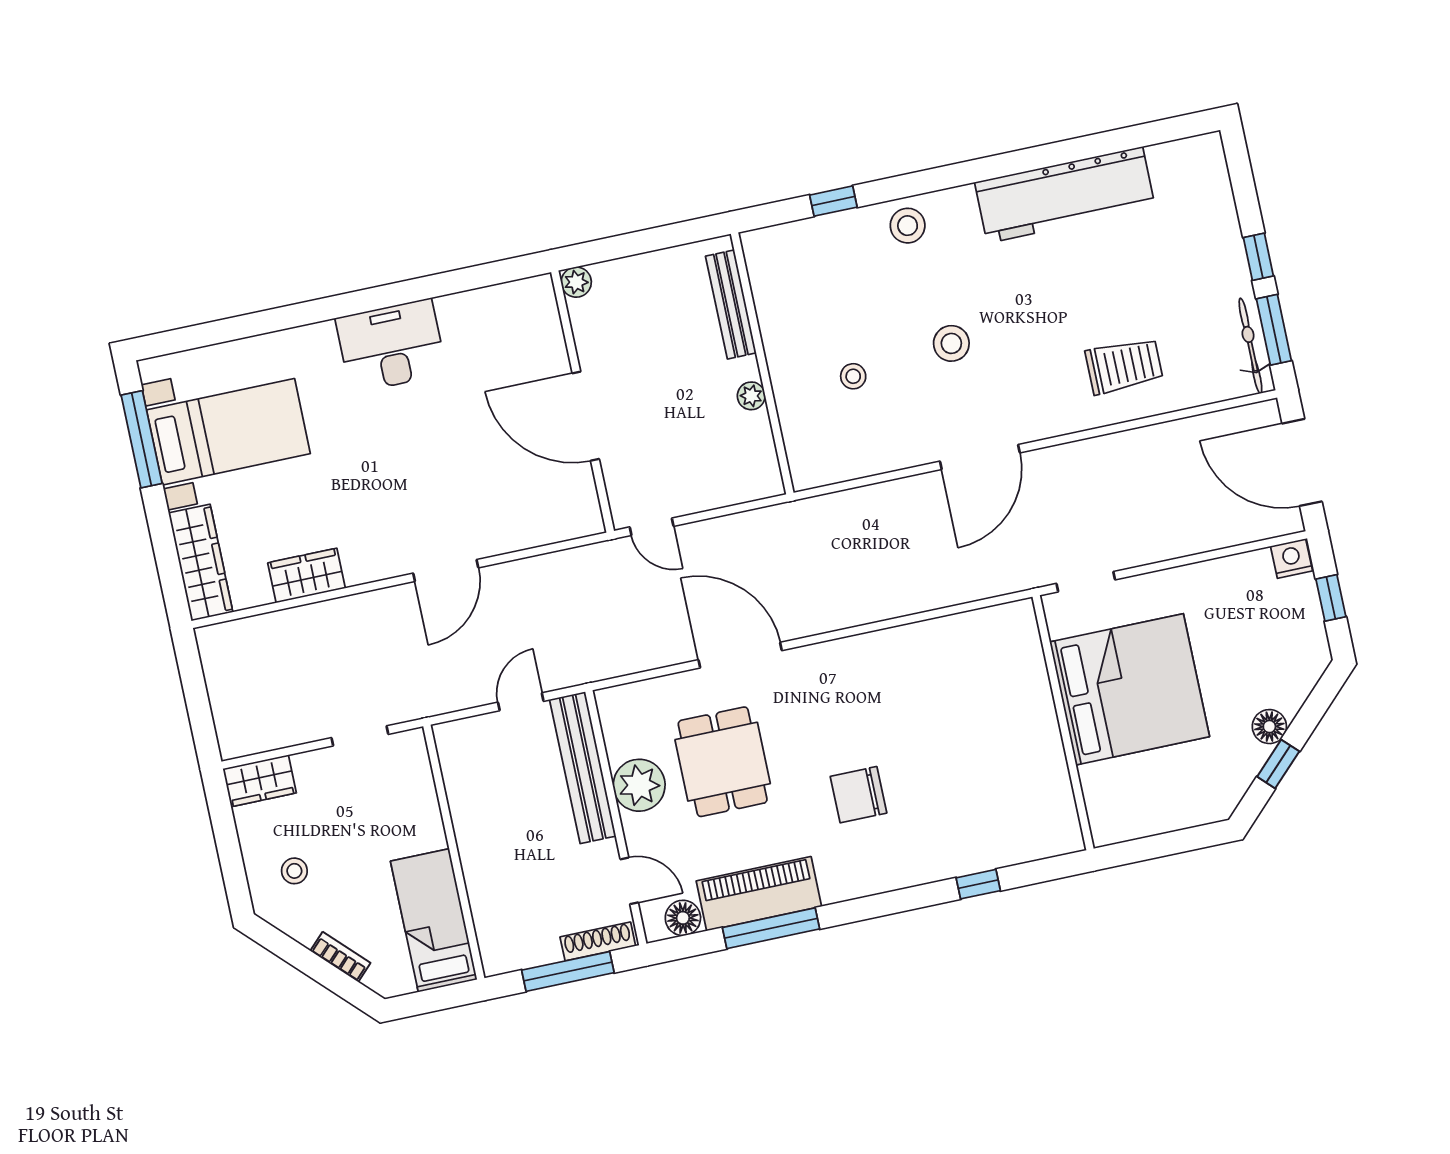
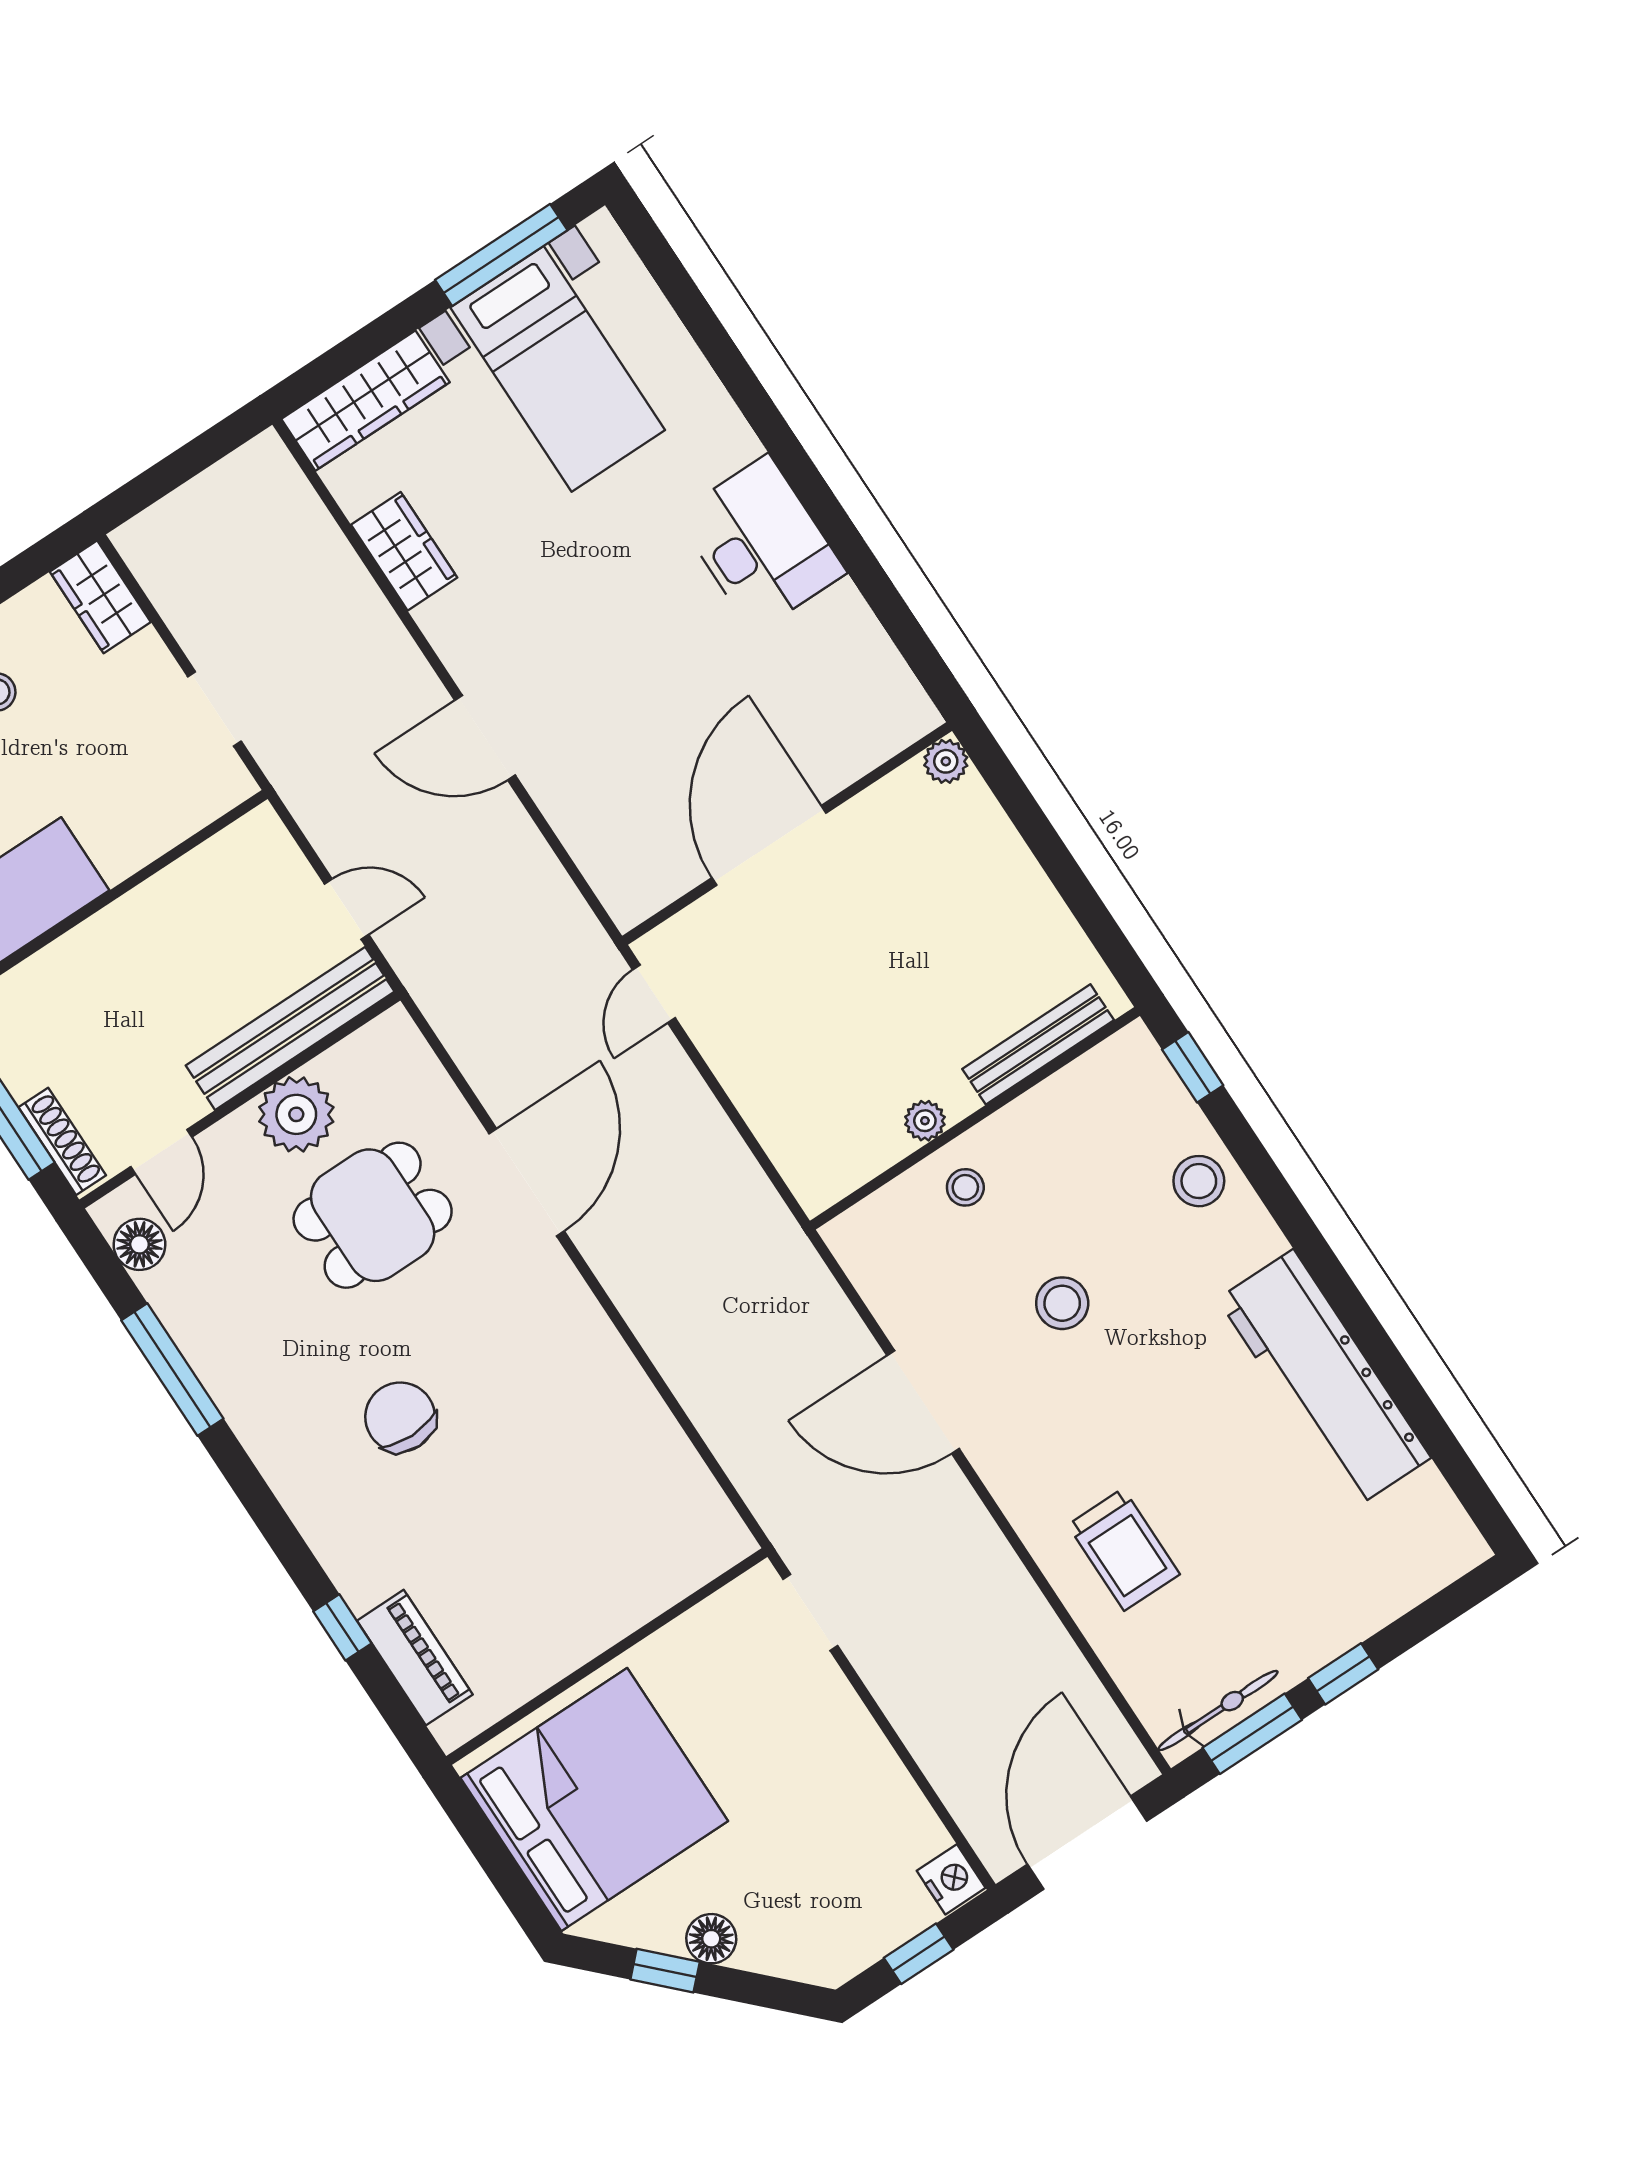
bench: (731, 304) -> (1038, 1044), moved
wall: (762, 363) -> (975, 1118), moved
plant: (751, 396) -> (925, 1121), moved
bed: (1130, 689) -> (594, 1800), moved, turned -90
piano: (759, 894) -> (415, 1658), moved, width x0.73, depth x0.75

